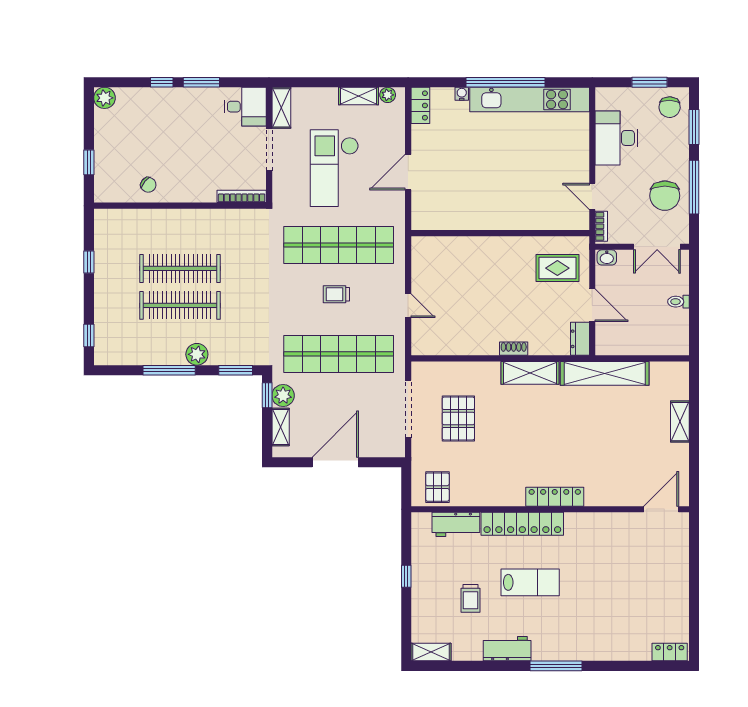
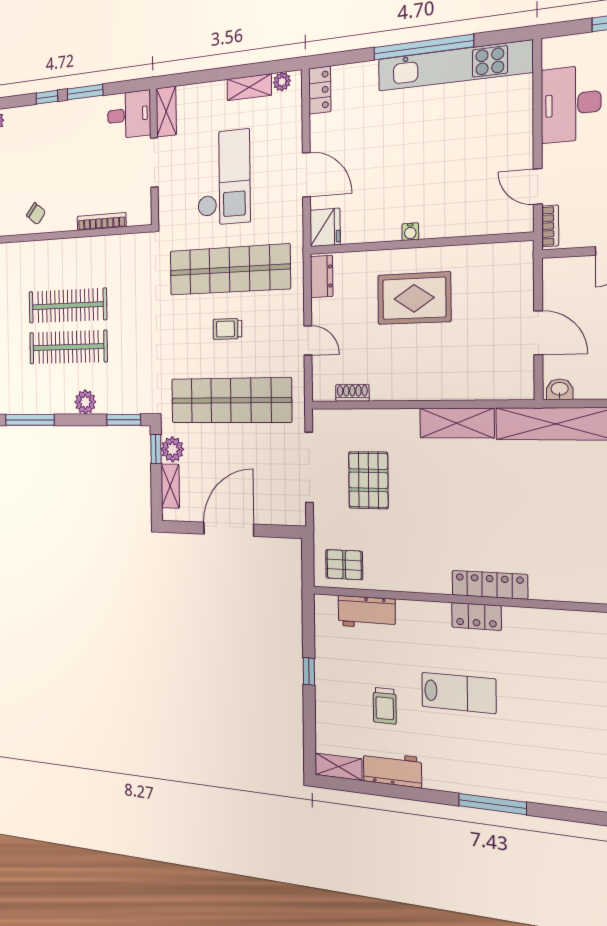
water cooler: (462, 94) -> (410, 232), moved, turned 180
checkout: (334, 168) -> (224, 178), turned 180
door: (408, 172) -> (306, 175), swing flipped
bookcase: (242, 196) -> (102, 221), moved
fridge: (424, 215) -> (325, 227), added
washbasin: (607, 257) -> (560, 389), moved, turned 180
rug: (557, 268) -> (414, 298), moved, width x1.36, depth x1.43
dresser: (580, 339) -> (322, 276), moved, turned 180
shoe rack: (514, 349) -> (352, 393), moved
window: (169, 370) -> (30, 420), moved
pallet: (437, 487) -> (344, 565), turned 90
locker: (522, 524) -> (476, 616), width x0.46, depth x0.83
workbench: (507, 649) -> (392, 769), moved

